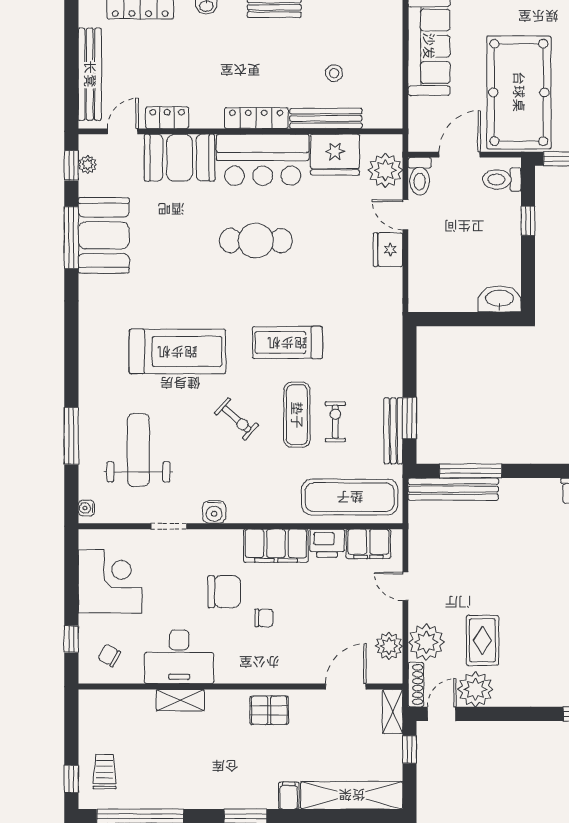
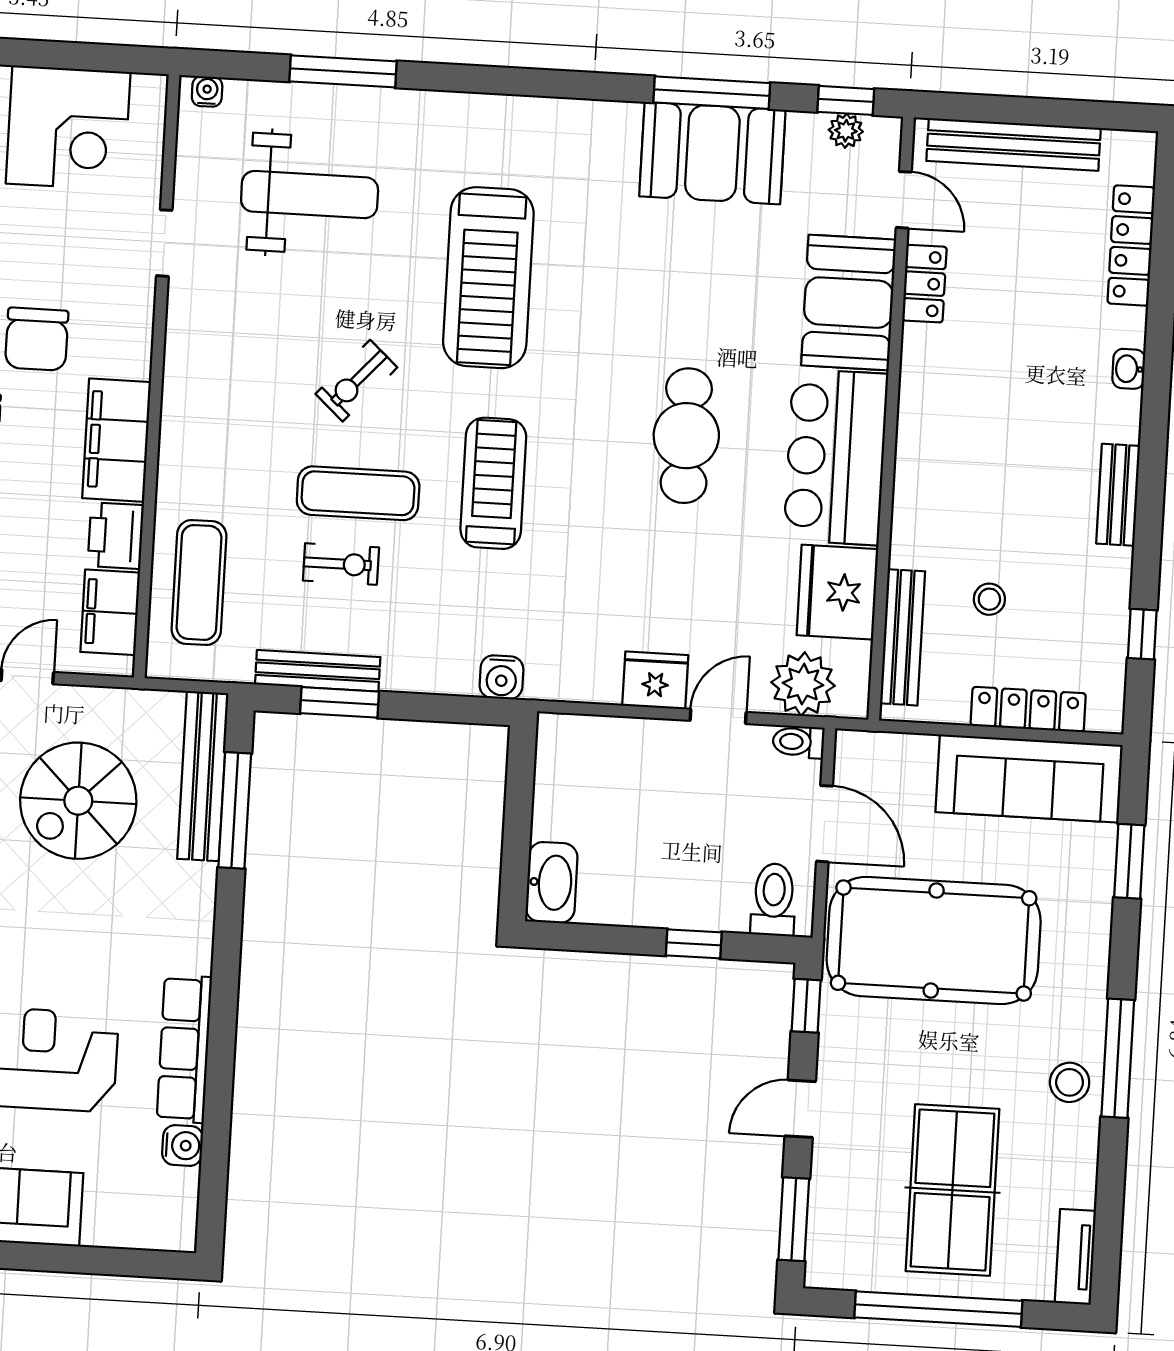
locker: (256, 118) -> (1028, 709), moved, turned -90
bench: (326, 118) -> (903, 637), moved
toilet: (420, 176) -> (798, 742), width x0.73, depth x0.72
exercise mat: (350, 497) -> (199, 582), width x0.73, depth x0.69
water cooler: (214, 512) -> (501, 677), moved, turned -90
spiral stairs: (470, 555) -> (78, 801), added

